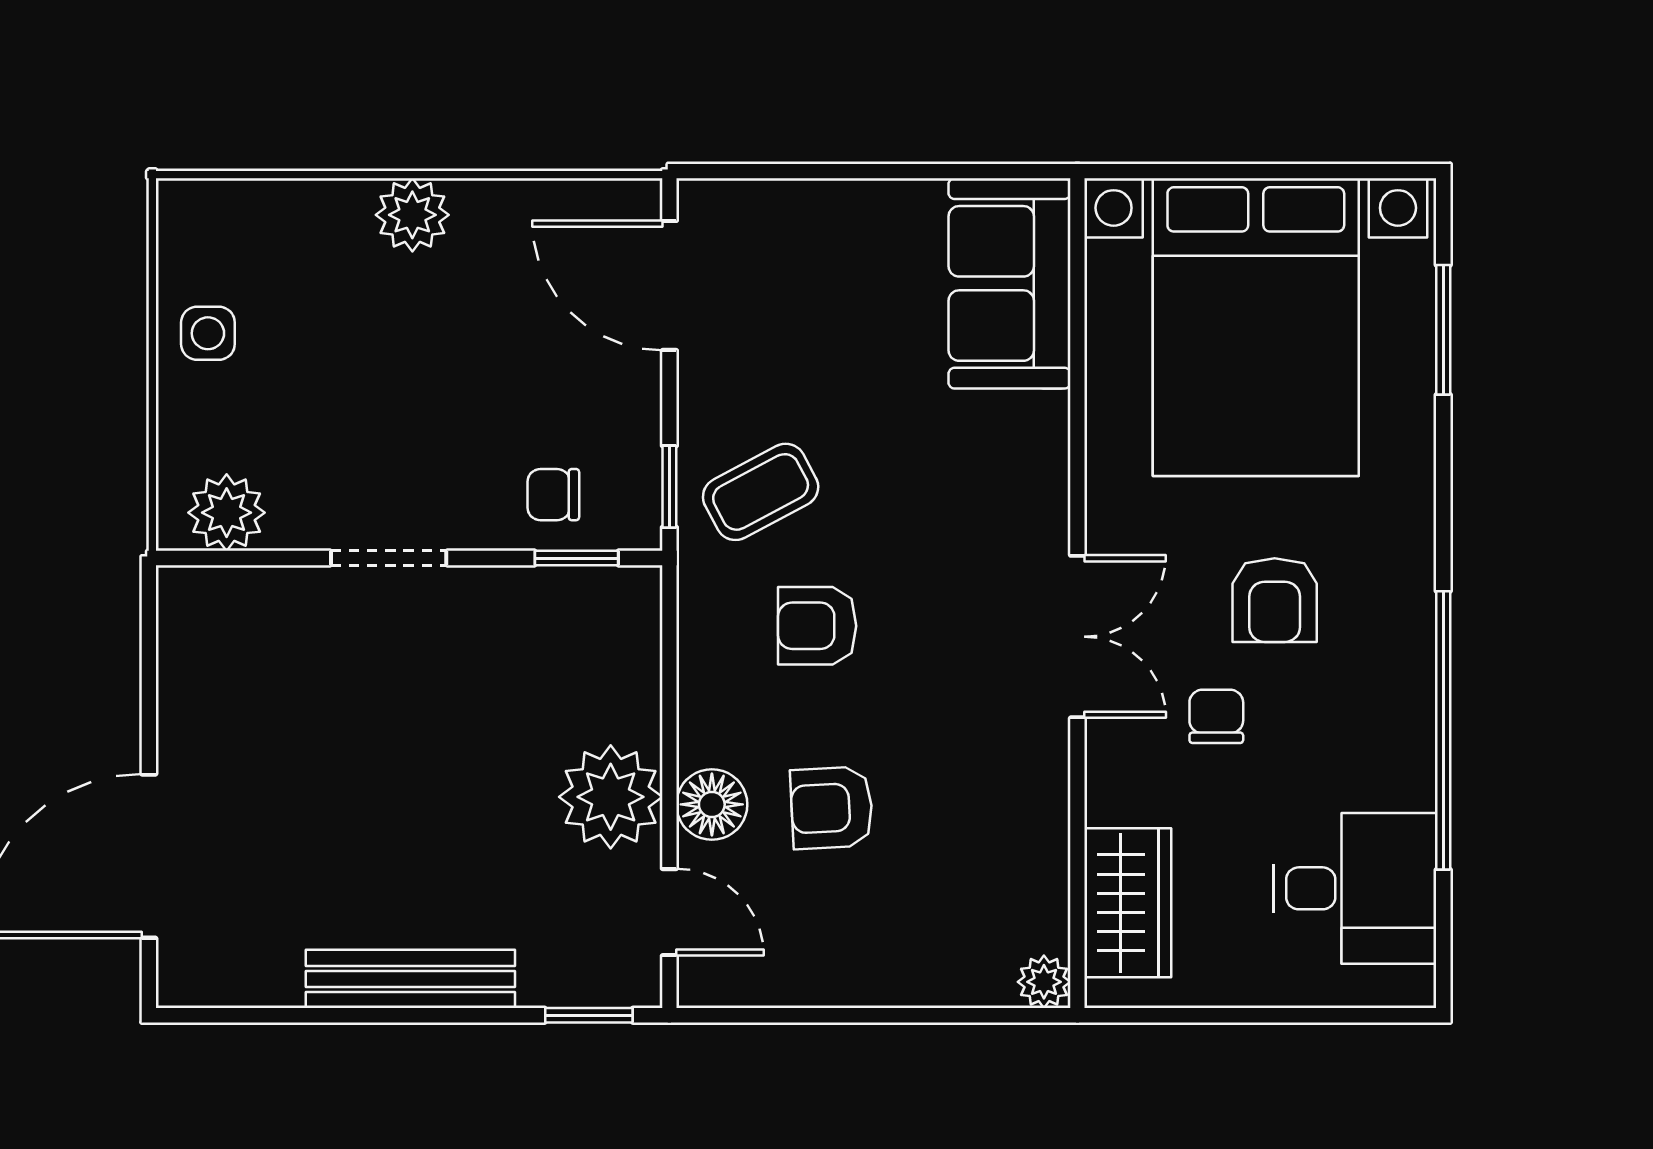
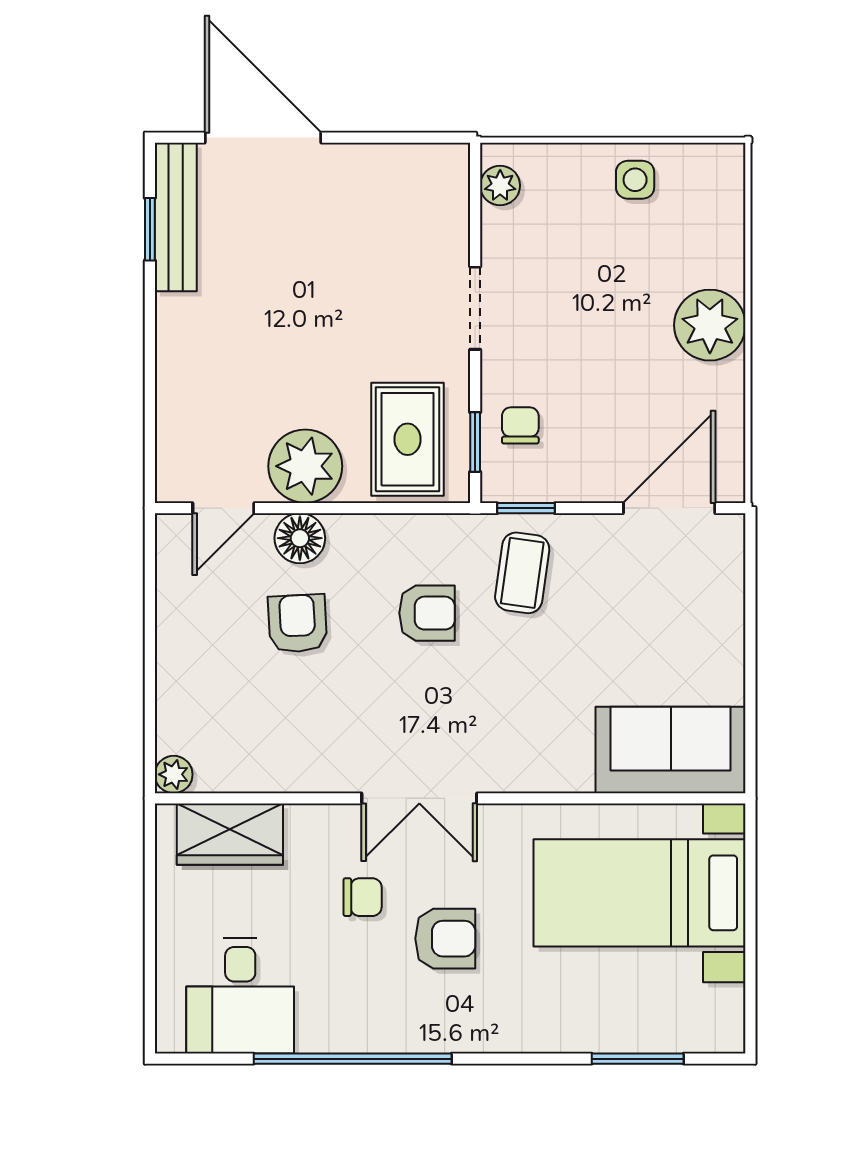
plant: (412, 215) -> (710, 325), width x1.36, depth x1.36
bed with nightstands: (1256, 327) -> (639, 893), width x0.73
coffee table: (761, 492) -> (522, 573), turned 36
plant: (227, 513) -> (500, 186), width x0.73, depth x0.73
armchair: (1275, 600) -> (445, 939), turned 180
armchair: (817, 626) -> (427, 613), turned 90
rug: (573, 653) -> (408, 439), added
bench: (410, 979) -> (176, 217), moved
window: (589, 1015) -> (150, 229), moved

